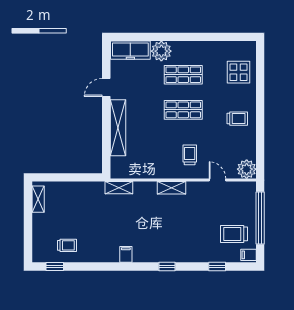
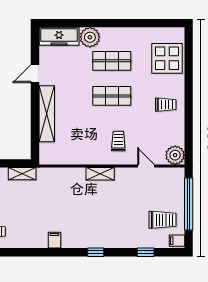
display table: (239, 72) -> (167, 58), width x1.36, depth x1.36
shelving: (119, 188) -> (22, 174), moved
trolley: (234, 234) -> (163, 220), turned 180

